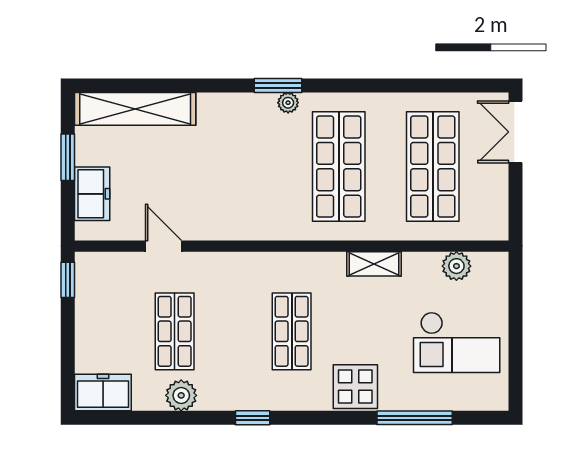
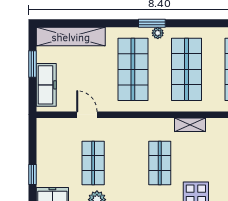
shop shelf: (245, 167) -> (133, 69), added
freezer: (92, 194) -> (46, 85), width x1.40
shelving: (374, 264) -> (190, 125), moved
window: (68, 280) -> (32, 175), moved

